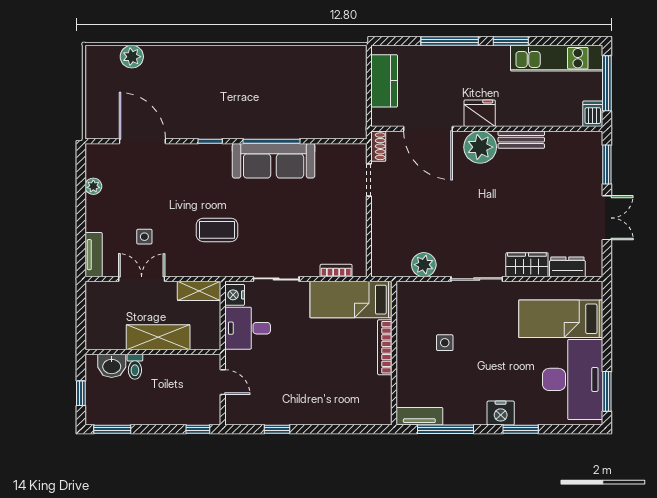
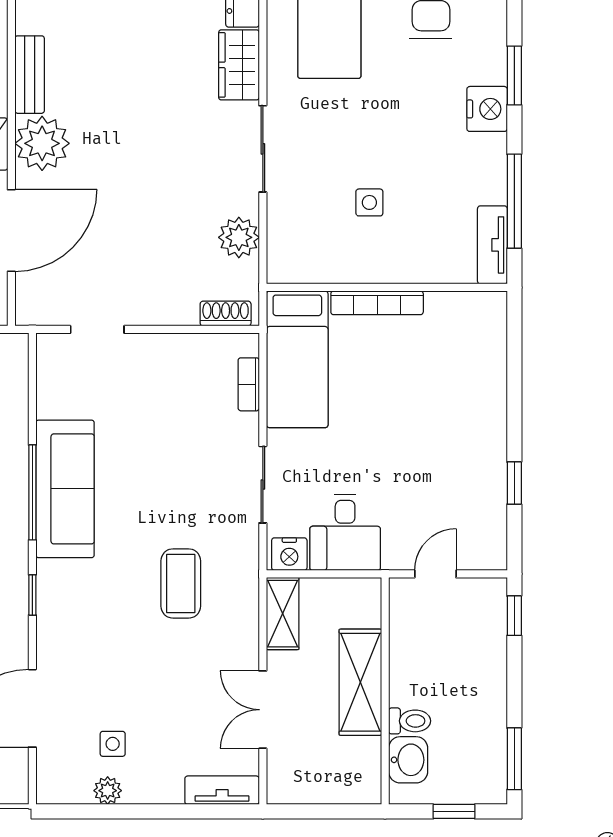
shoe rack: (378, 146) -> (226, 314), moved
side table: (144, 237) -> (113, 744), moved

